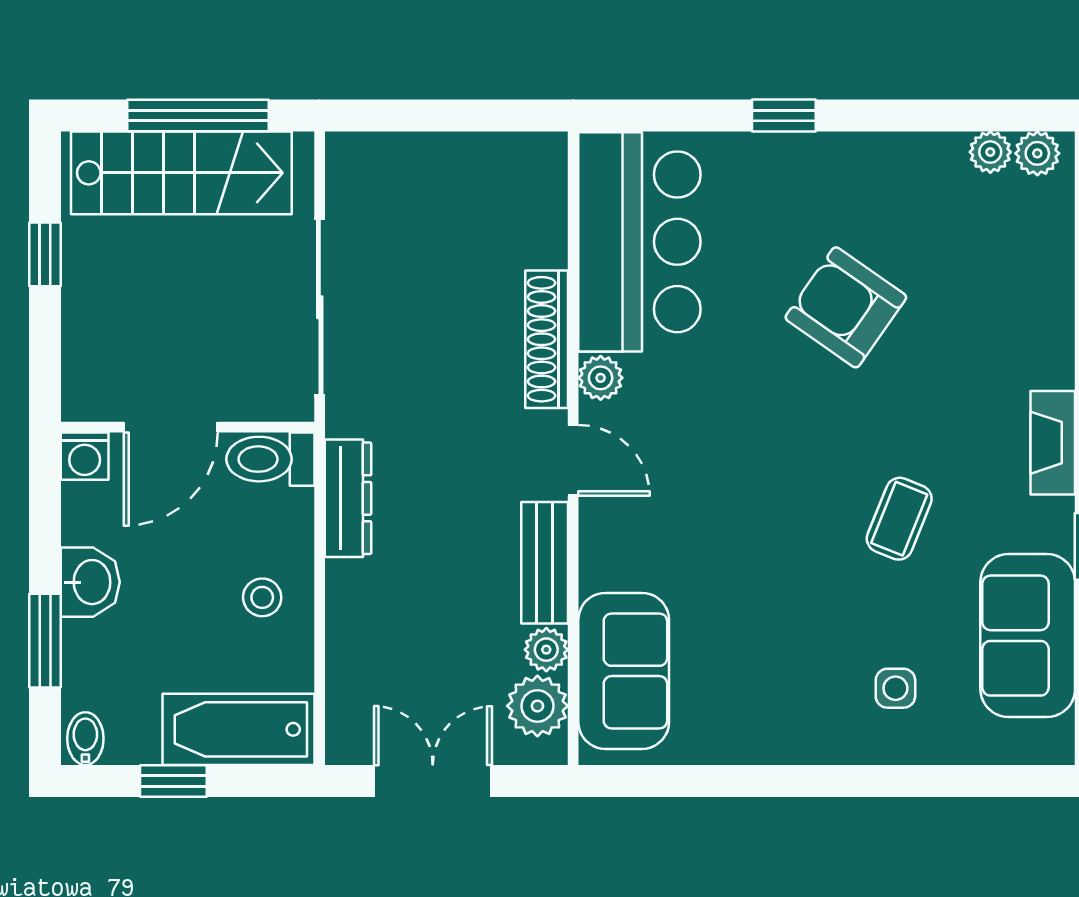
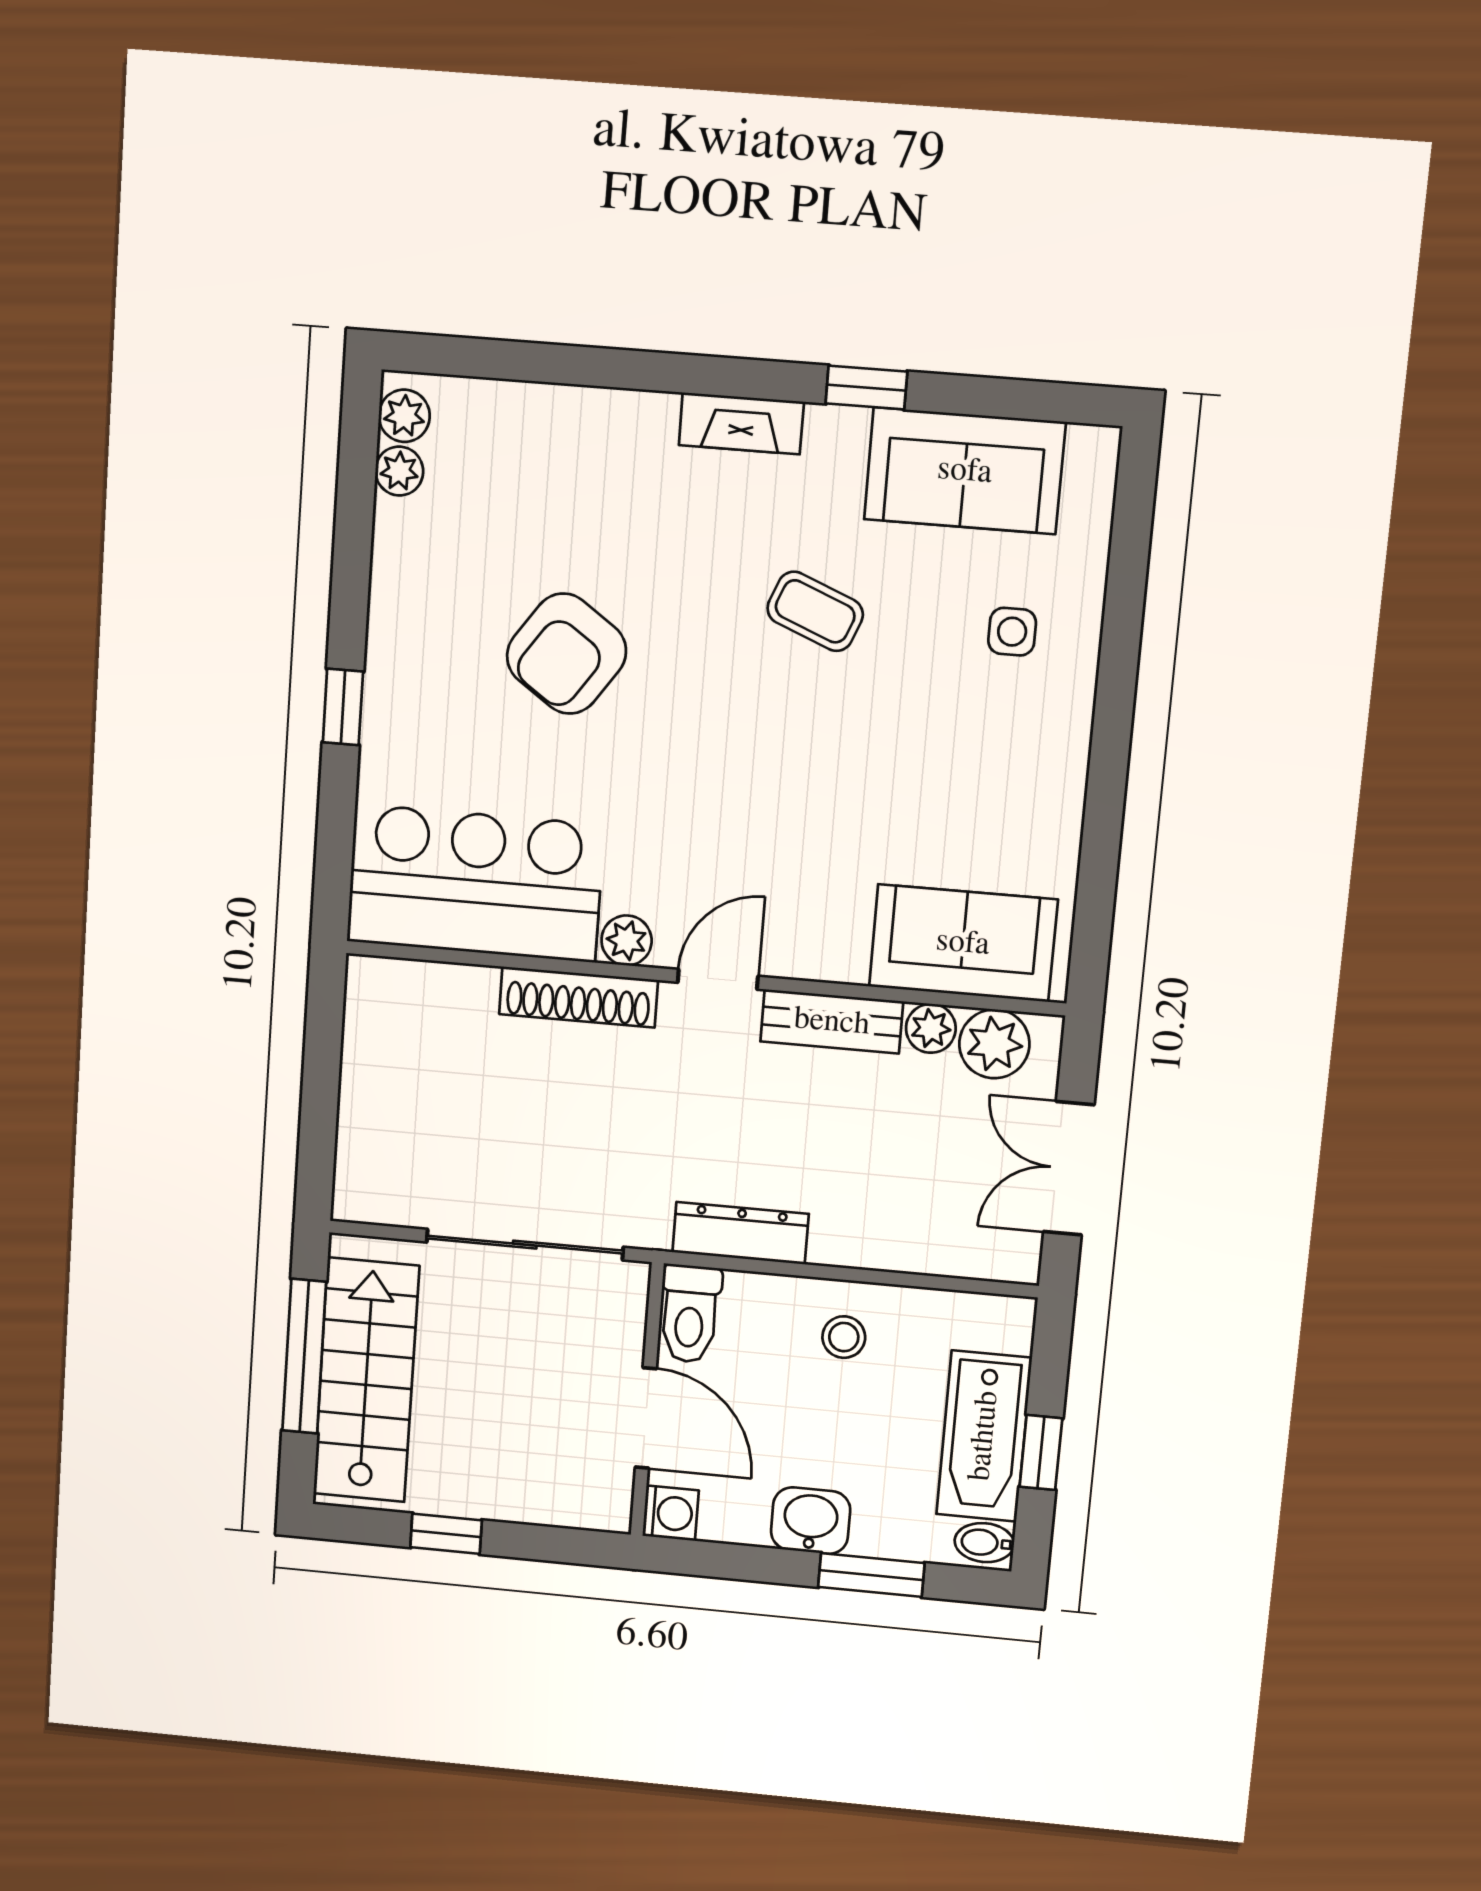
bathtub: (239, 729) -> (984, 1436), moved

